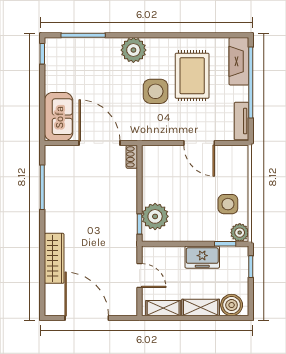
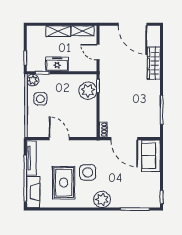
tv unit: (242, 121) -> (31, 158), width x1.41
boiler: (232, 305) -> (38, 33), removed

